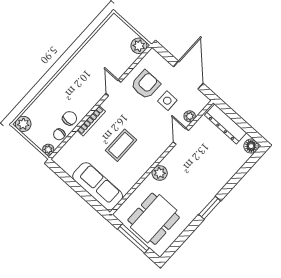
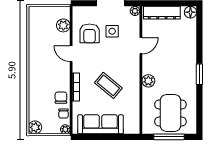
plant: (139, 46) -> (63, 25), moved
armchair: (146, 85) -> (90, 33), turned 180
plant: (190, 116) -> (135, 11), moved
door: (181, 136) -> (141, 46), swing flipped
coffee table: (121, 145) -> (108, 85), turned -50
sofa: (98, 186) -> (100, 124), moved

